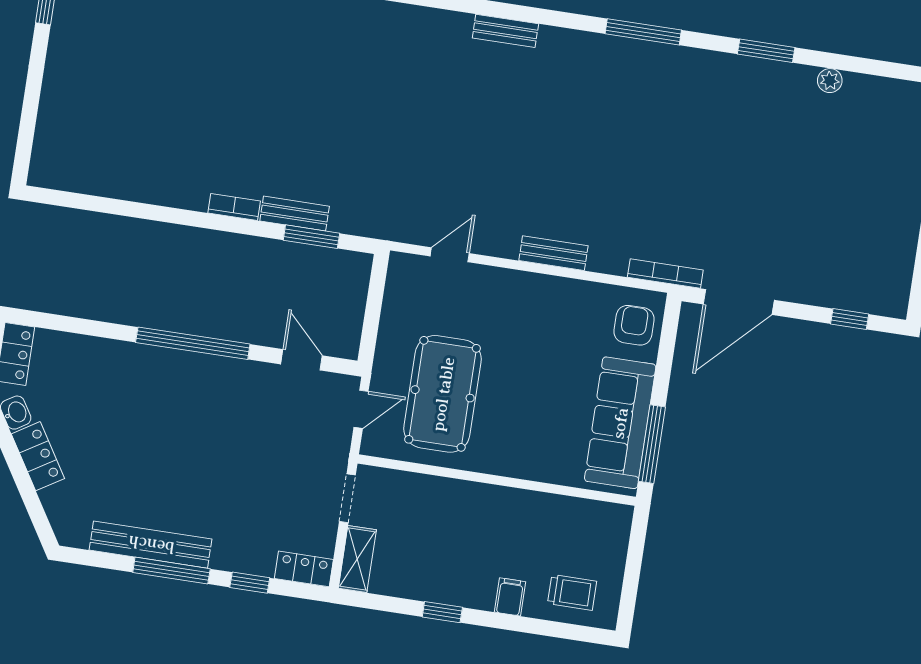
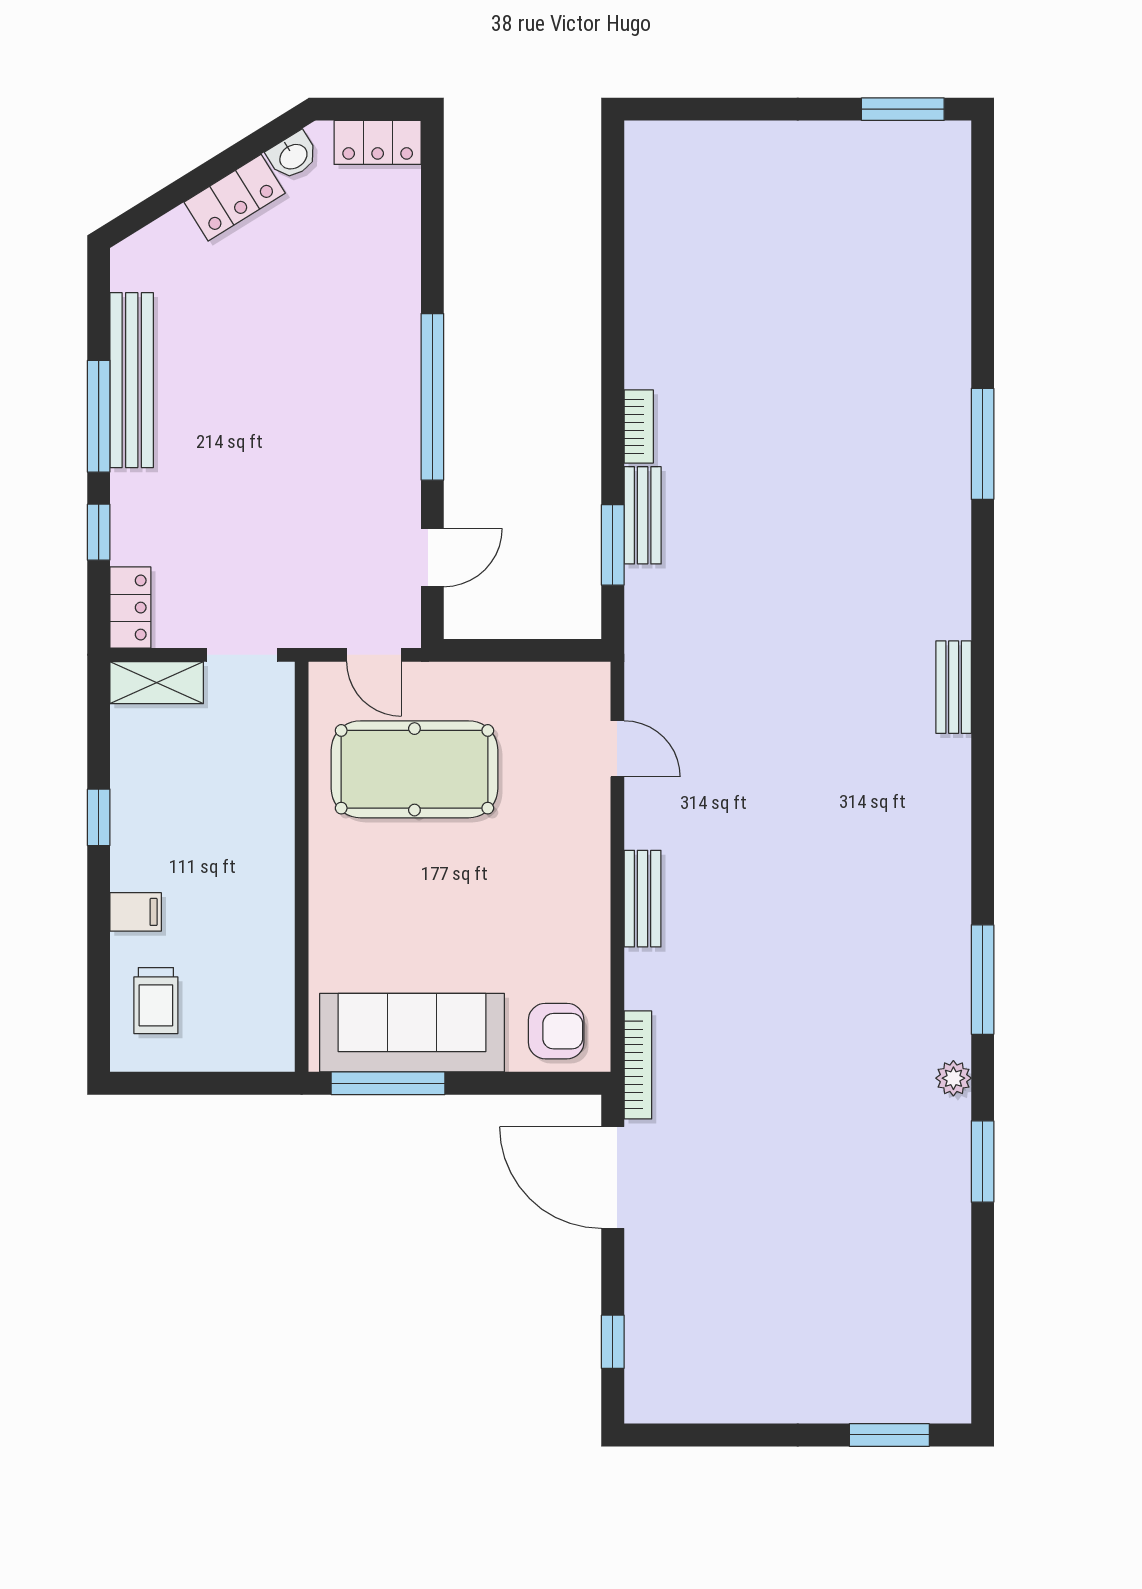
bench: (505, 31) -> (954, 687), moved
plant: (830, 81) -> (953, 1078), moved

